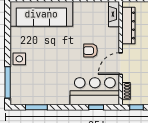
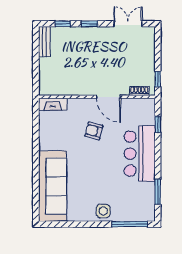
dresser: (128, 25) -> (66, 88), removed
armchair: (90, 51) -> (94, 131), turned 105
bar counter: (95, 91) -> (140, 154), moved

